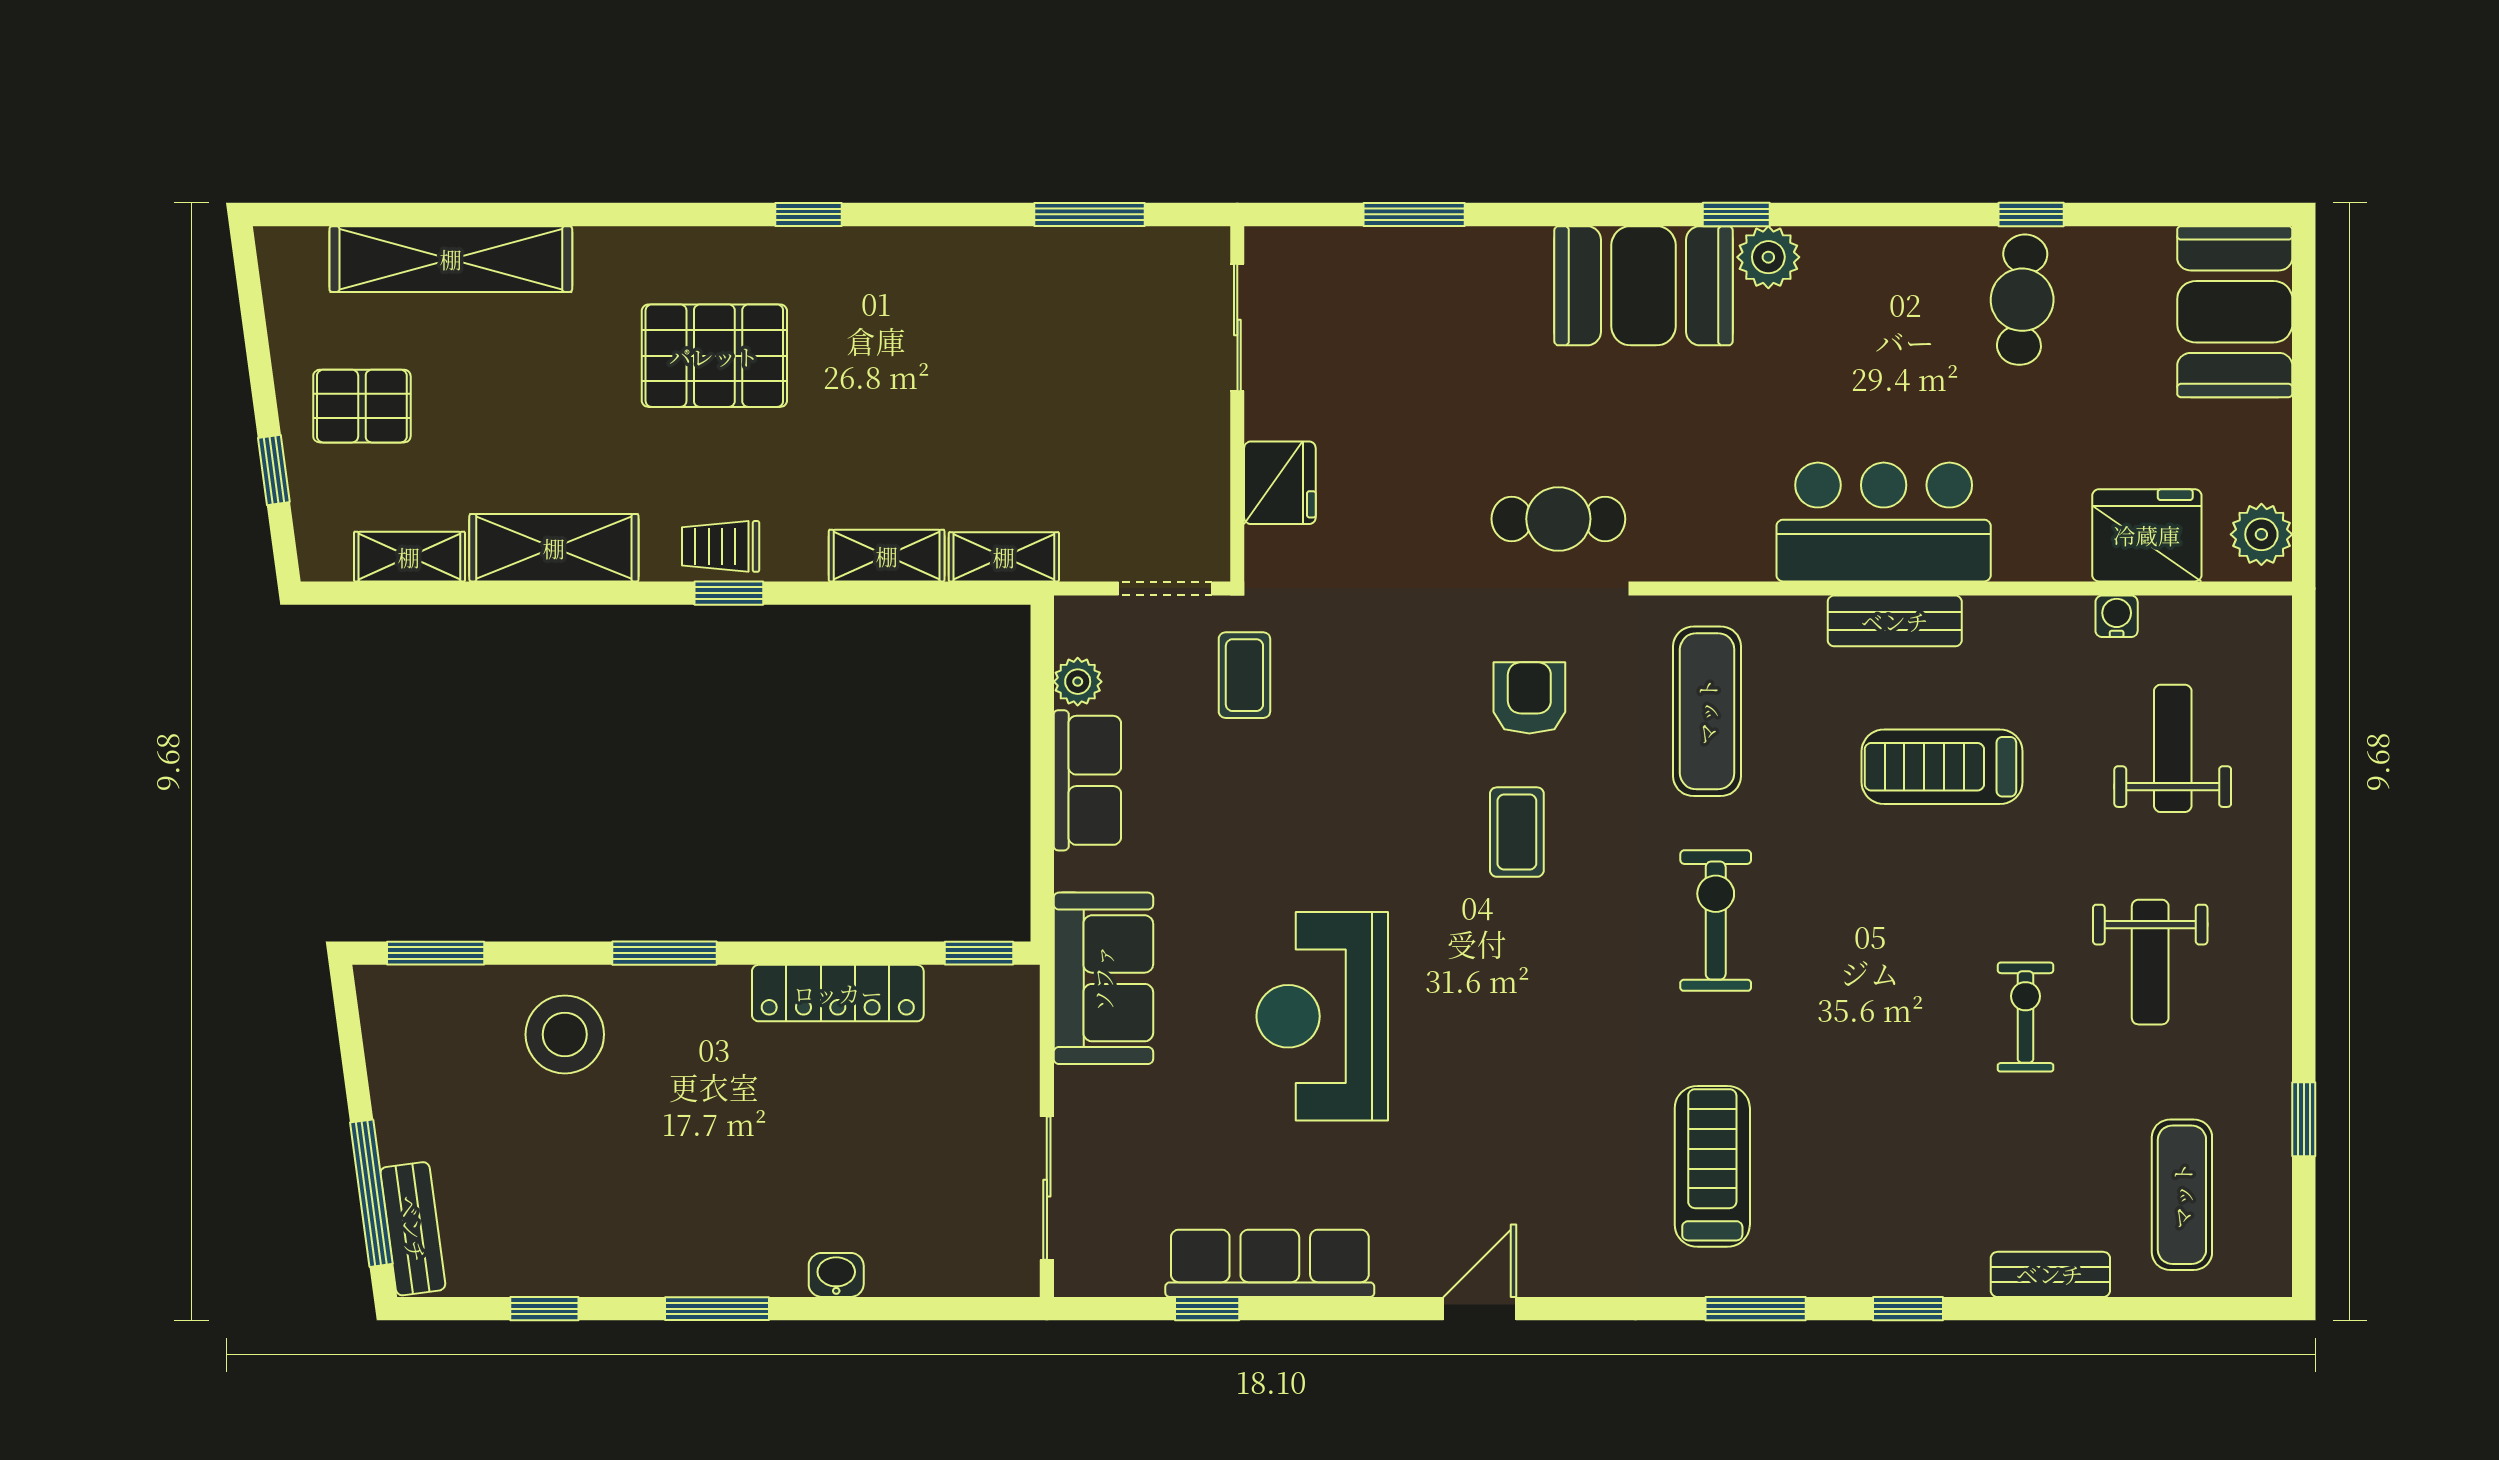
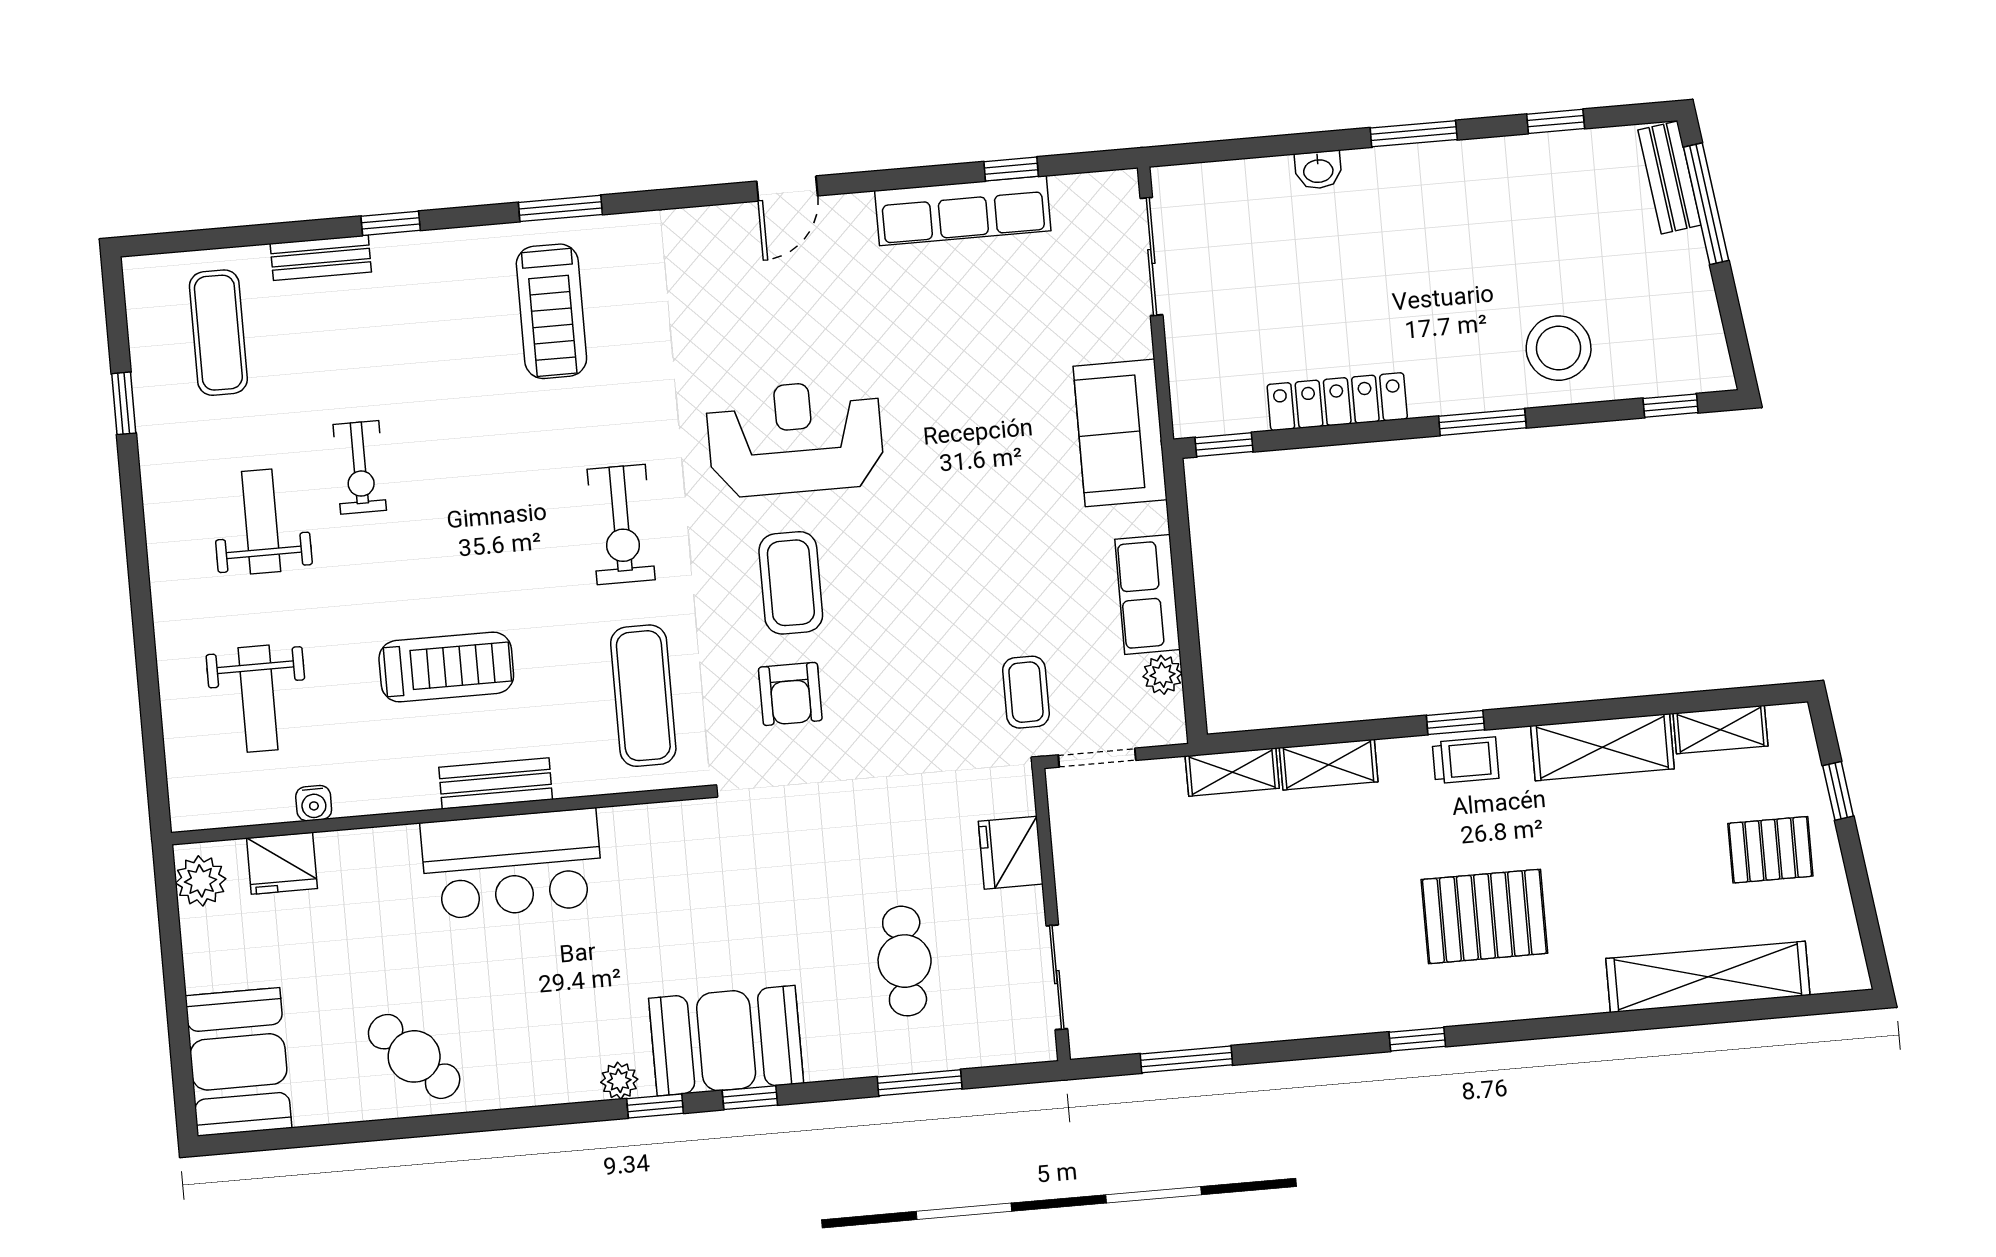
window: (2031, 214) -> (750, 1098), moved
plant: (1768, 257) -> (619, 1081), width x0.73, depth x0.73
cafe table: (2022, 300) -> (414, 1056), turned -48
cafe table: (1558, 519) -> (905, 961), moved, turned 90
fridge: (2147, 535) -> (282, 863), width x0.73, depth x0.75
coffee table: (1517, 832) -> (791, 583), width x1.36, depth x1.30
window: (436, 953) -> (1671, 406), width x0.67
reception desk: (1322, 1016) -> (795, 438), moved, turned -90
treadmill: (1712, 1166) -> (551, 311), moved
window: (1908, 1309) -> (391, 223), moved

